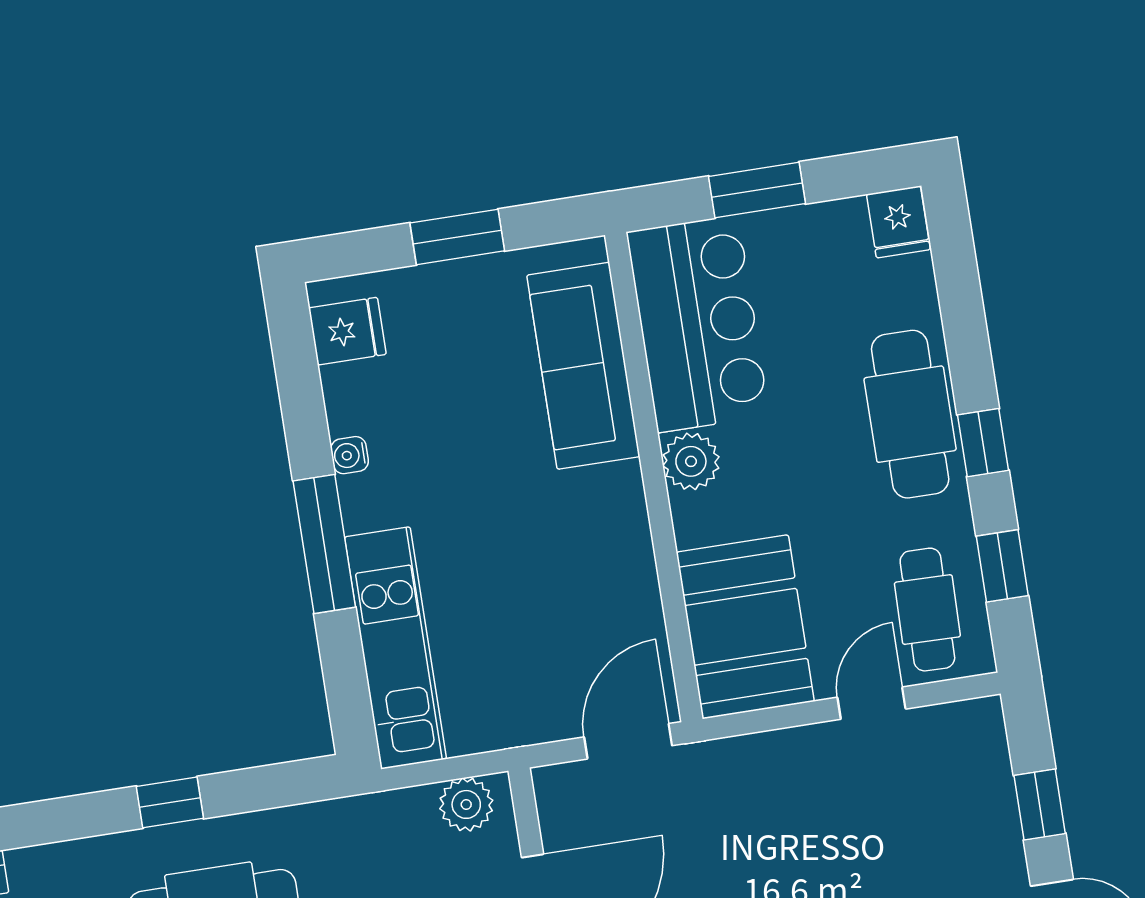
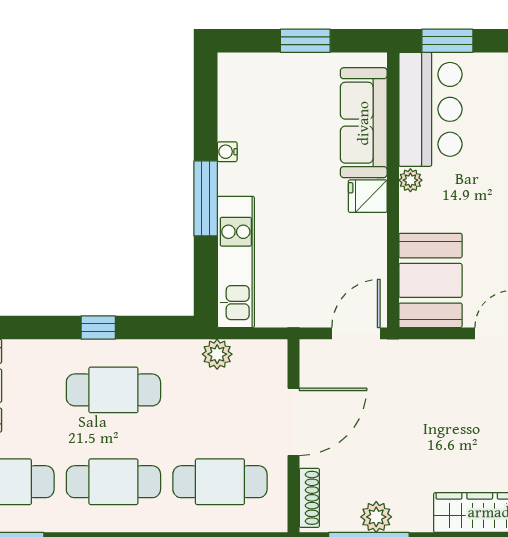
window: (757, 190) -> (447, 41), moved
fridge: (347, 331) -> (368, 196), moved, turned 180
plant: (691, 461) -> (410, 180), width x0.73, depth x0.73
plant: (466, 804) -> (217, 354), moved

